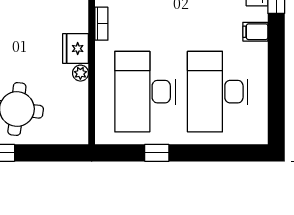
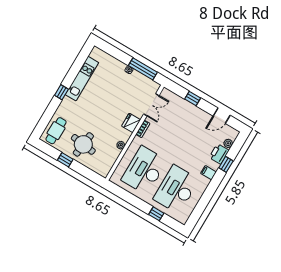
fridge: (76, 49) -> (131, 123), moved
window: (157, 153) -> (156, 214), moved

